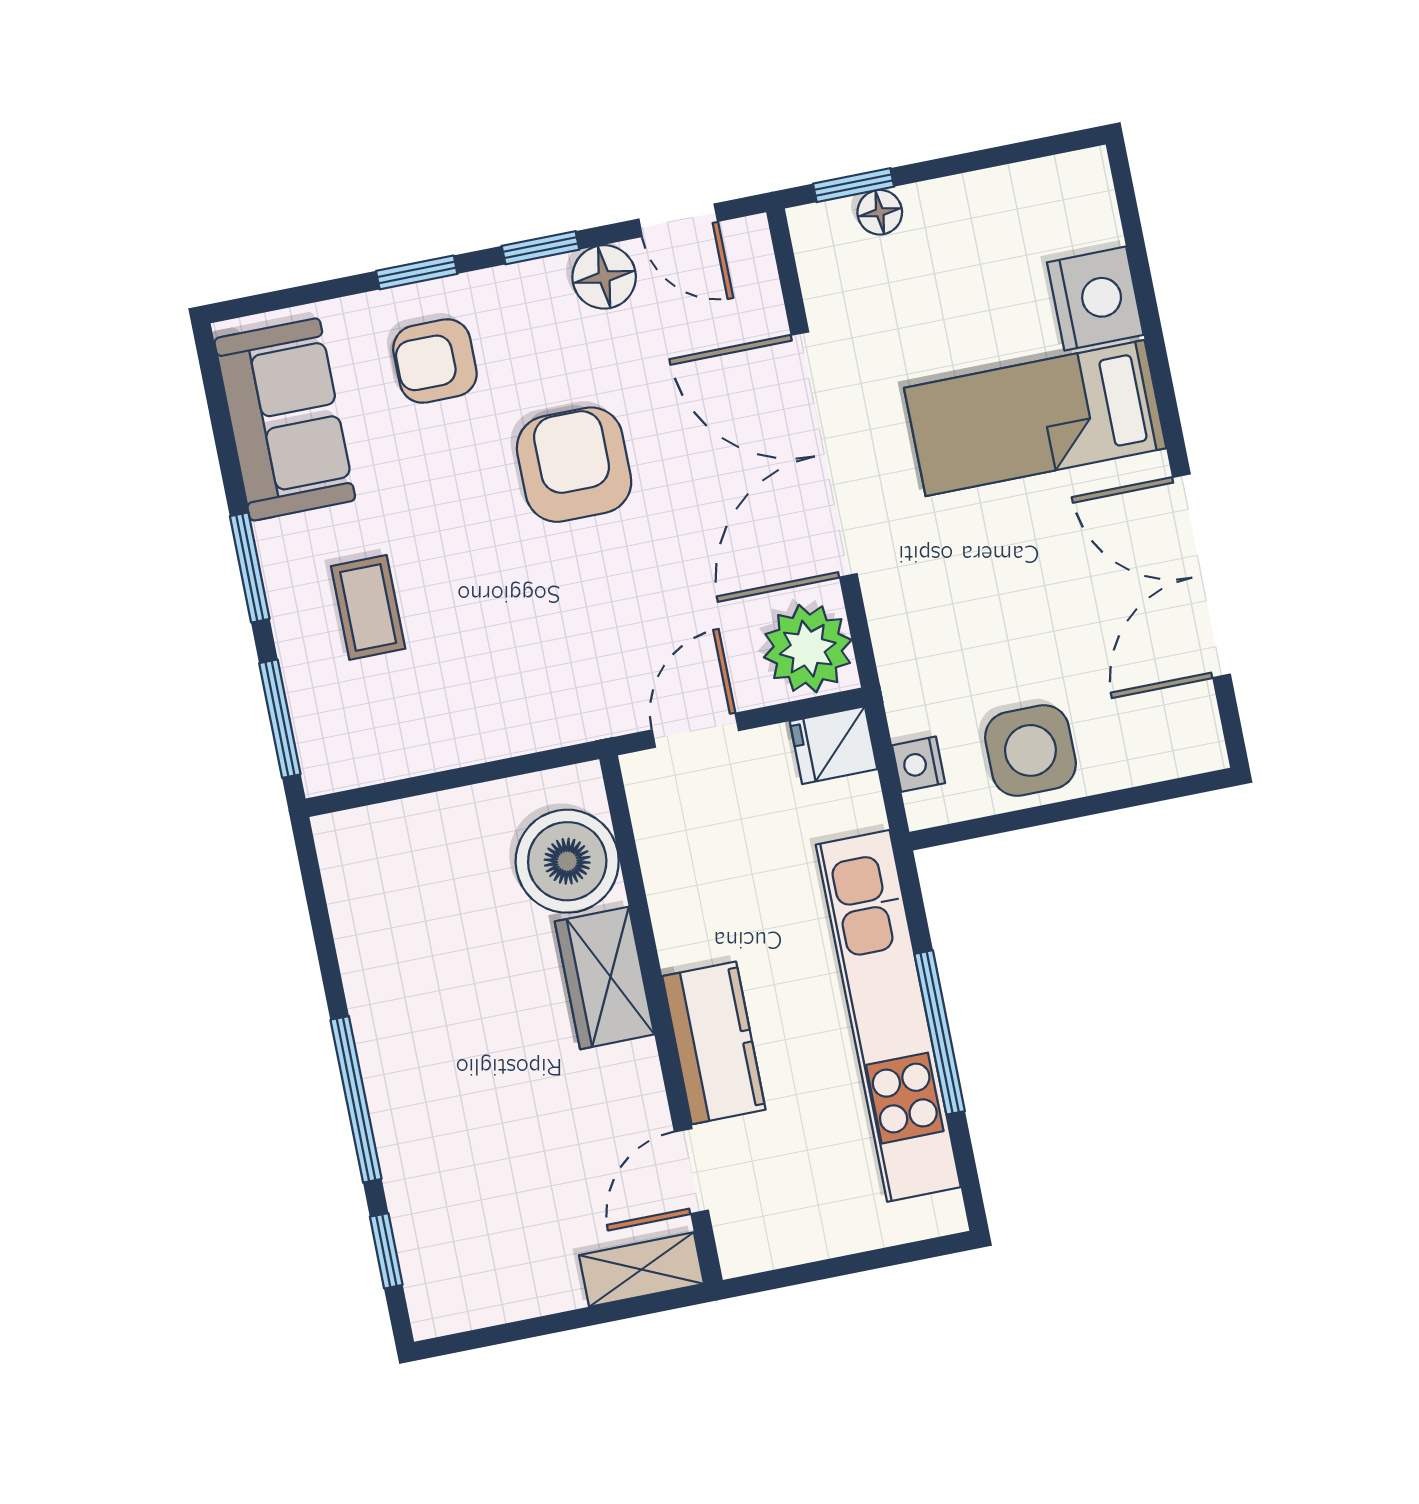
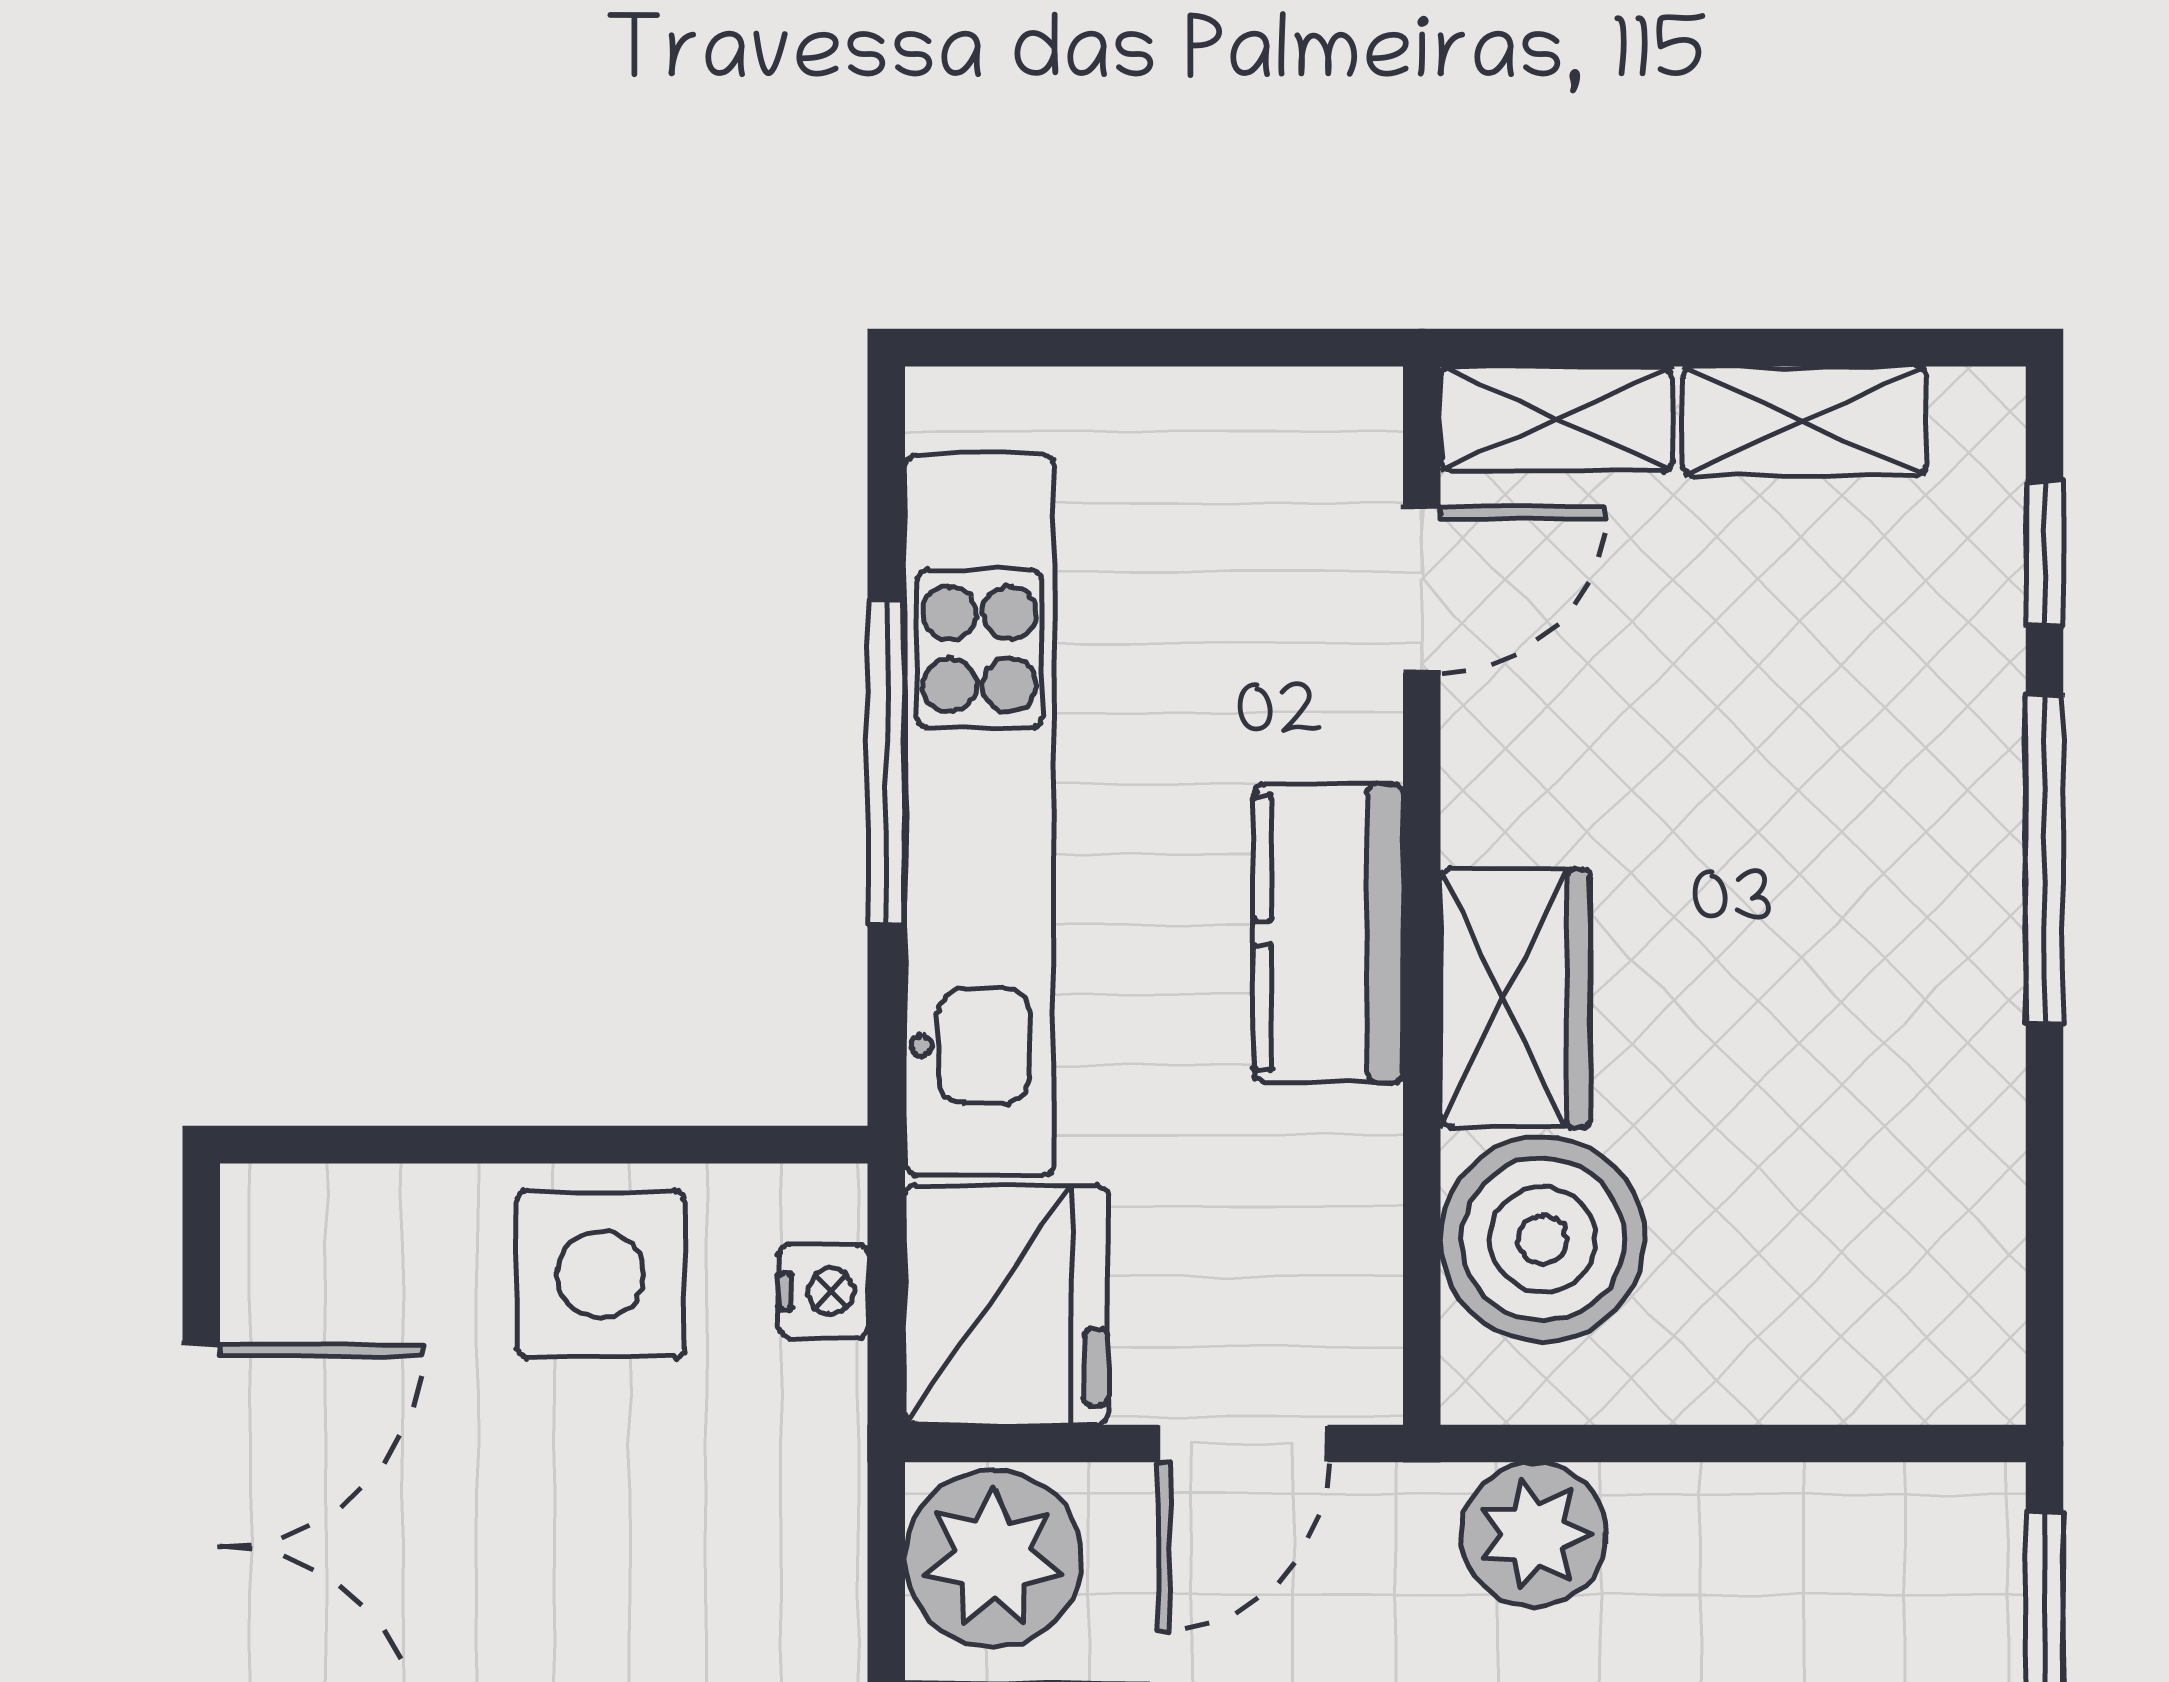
plant: (542, 714) -> (1534, 1534), added
fridge: (833, 745) -> (1007, 1305), width x1.88, depth x1.34
kitchen counter: (714, 1043) -> (1328, 933), moved
shelving: (518, 1293) -> (1804, 421), added

